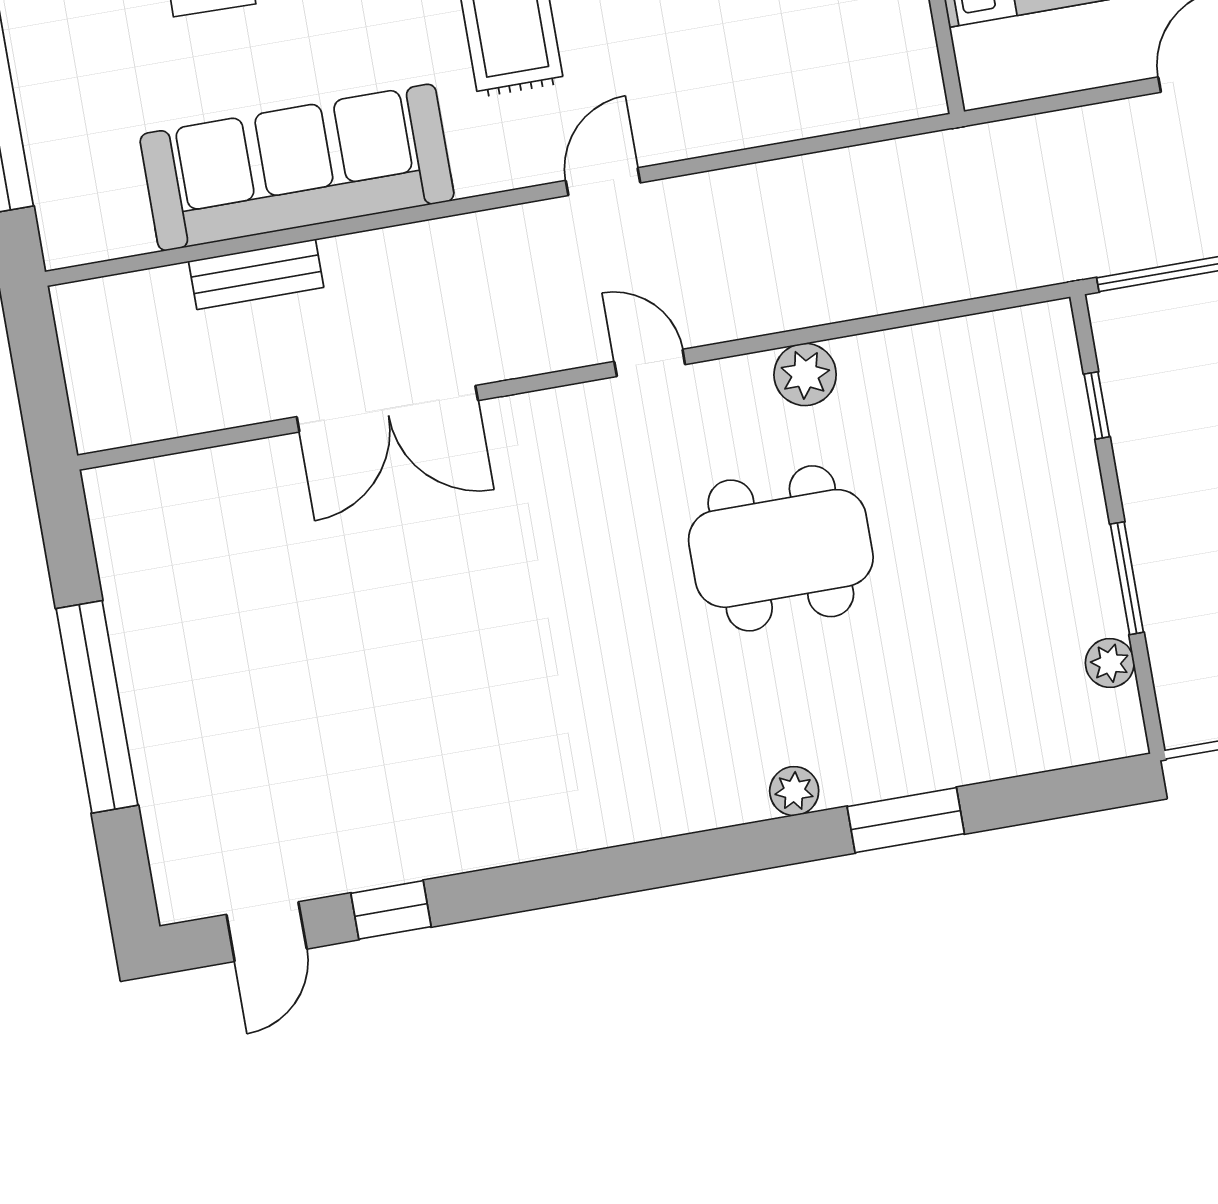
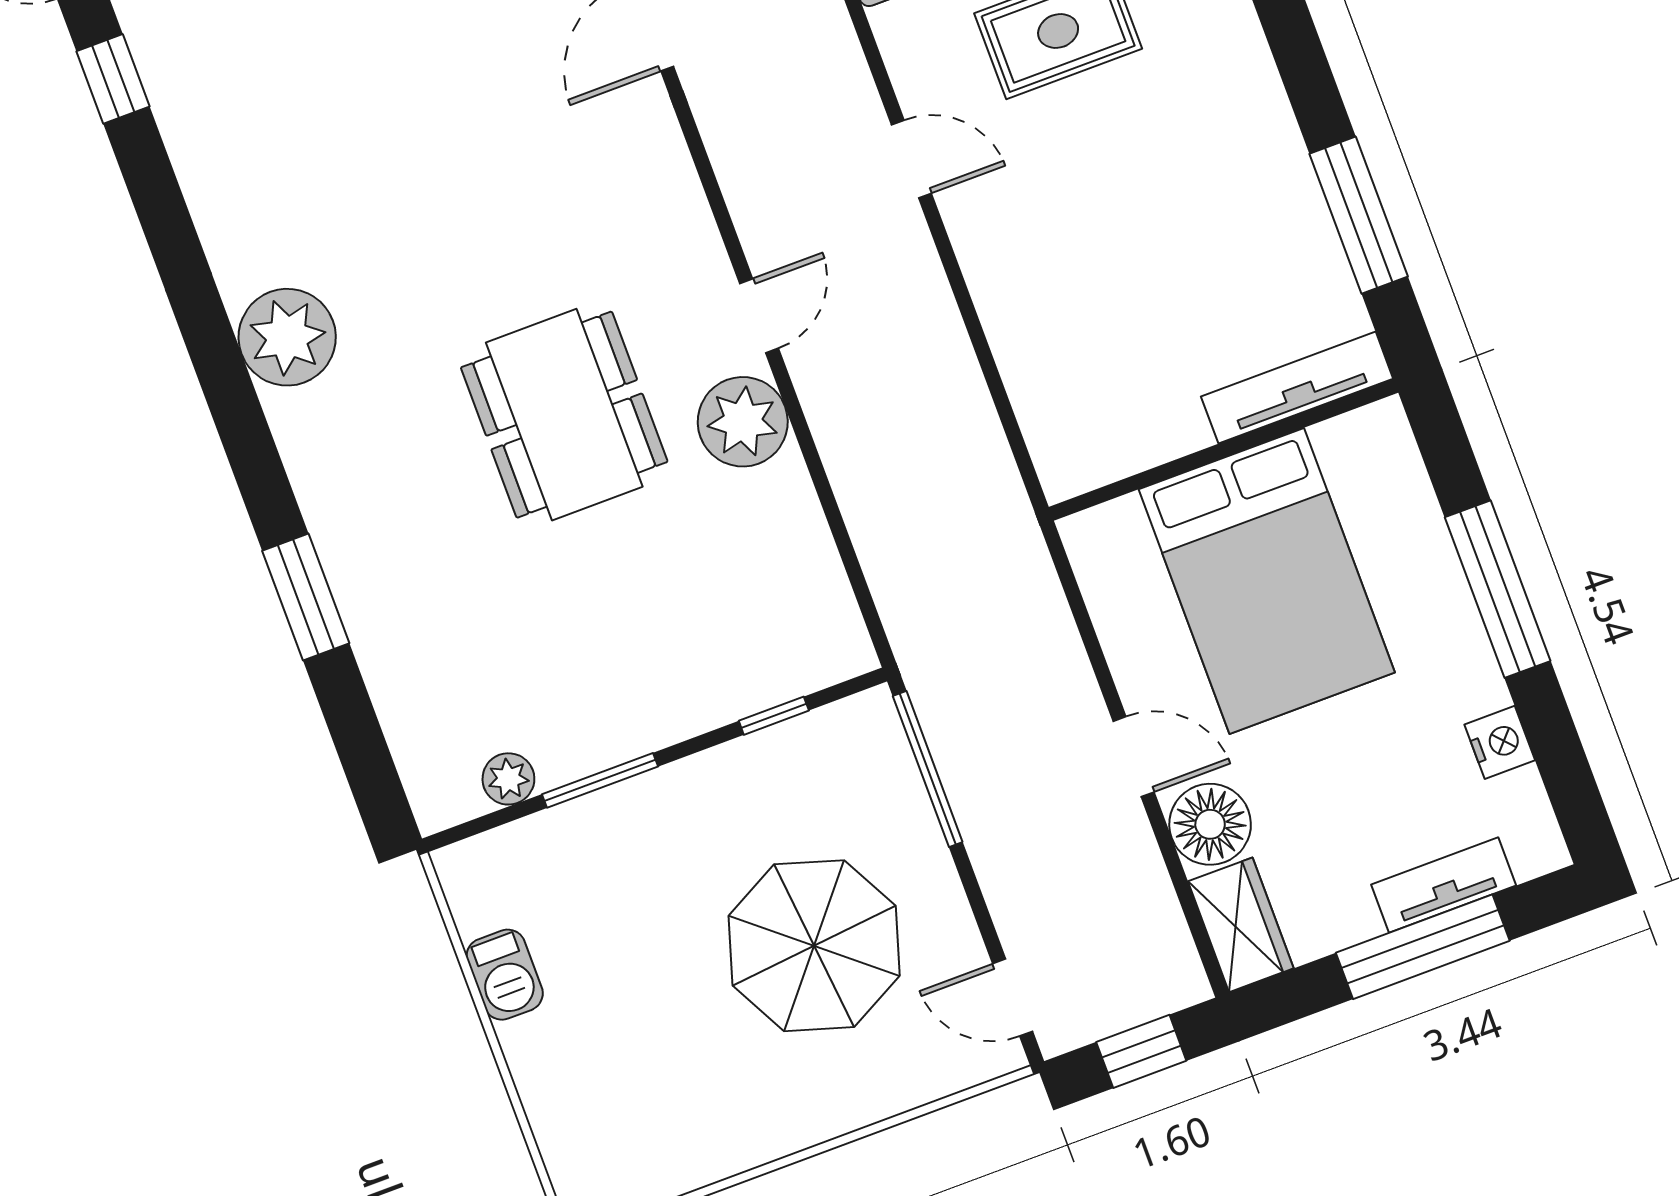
door: (650, 363) -> (759, 316), moved
plant: (805, 374) -> (743, 422), width x1.36, depth x1.36
plant: (794, 791) -> (287, 337), moved, width x1.87, depth x1.87

